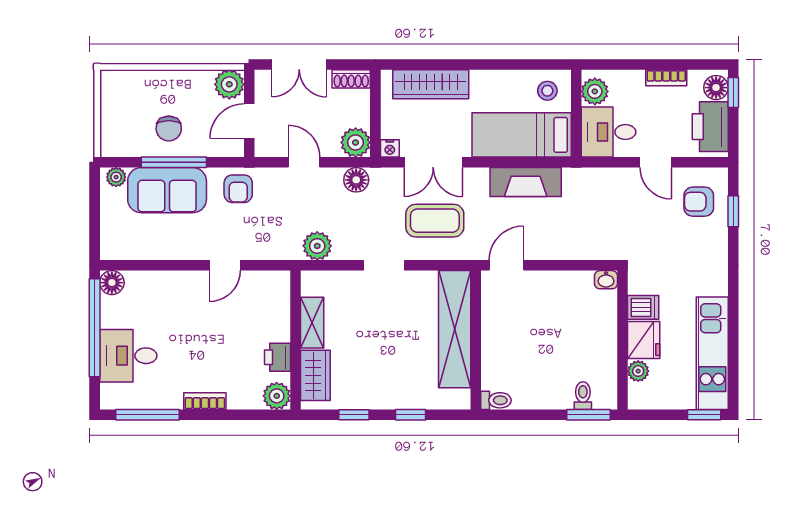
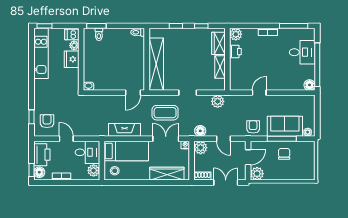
armchair: (699, 202) -> (47, 121), turned -90
dishwasher: (643, 307) -> (72, 34), moved

